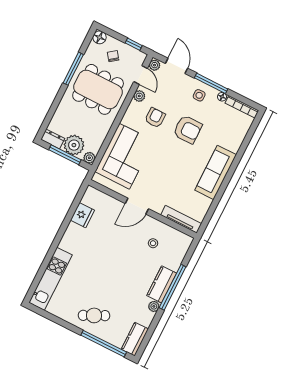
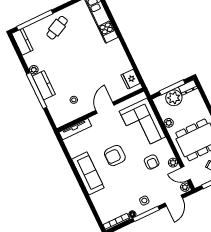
door: (177, 66) -> (174, 201), hinge flipped
armchair: (188, 129) -> (115, 156), moved
plant: (89, 158) -> (169, 123), moved
fridge: (82, 215) -> (131, 79), moved

